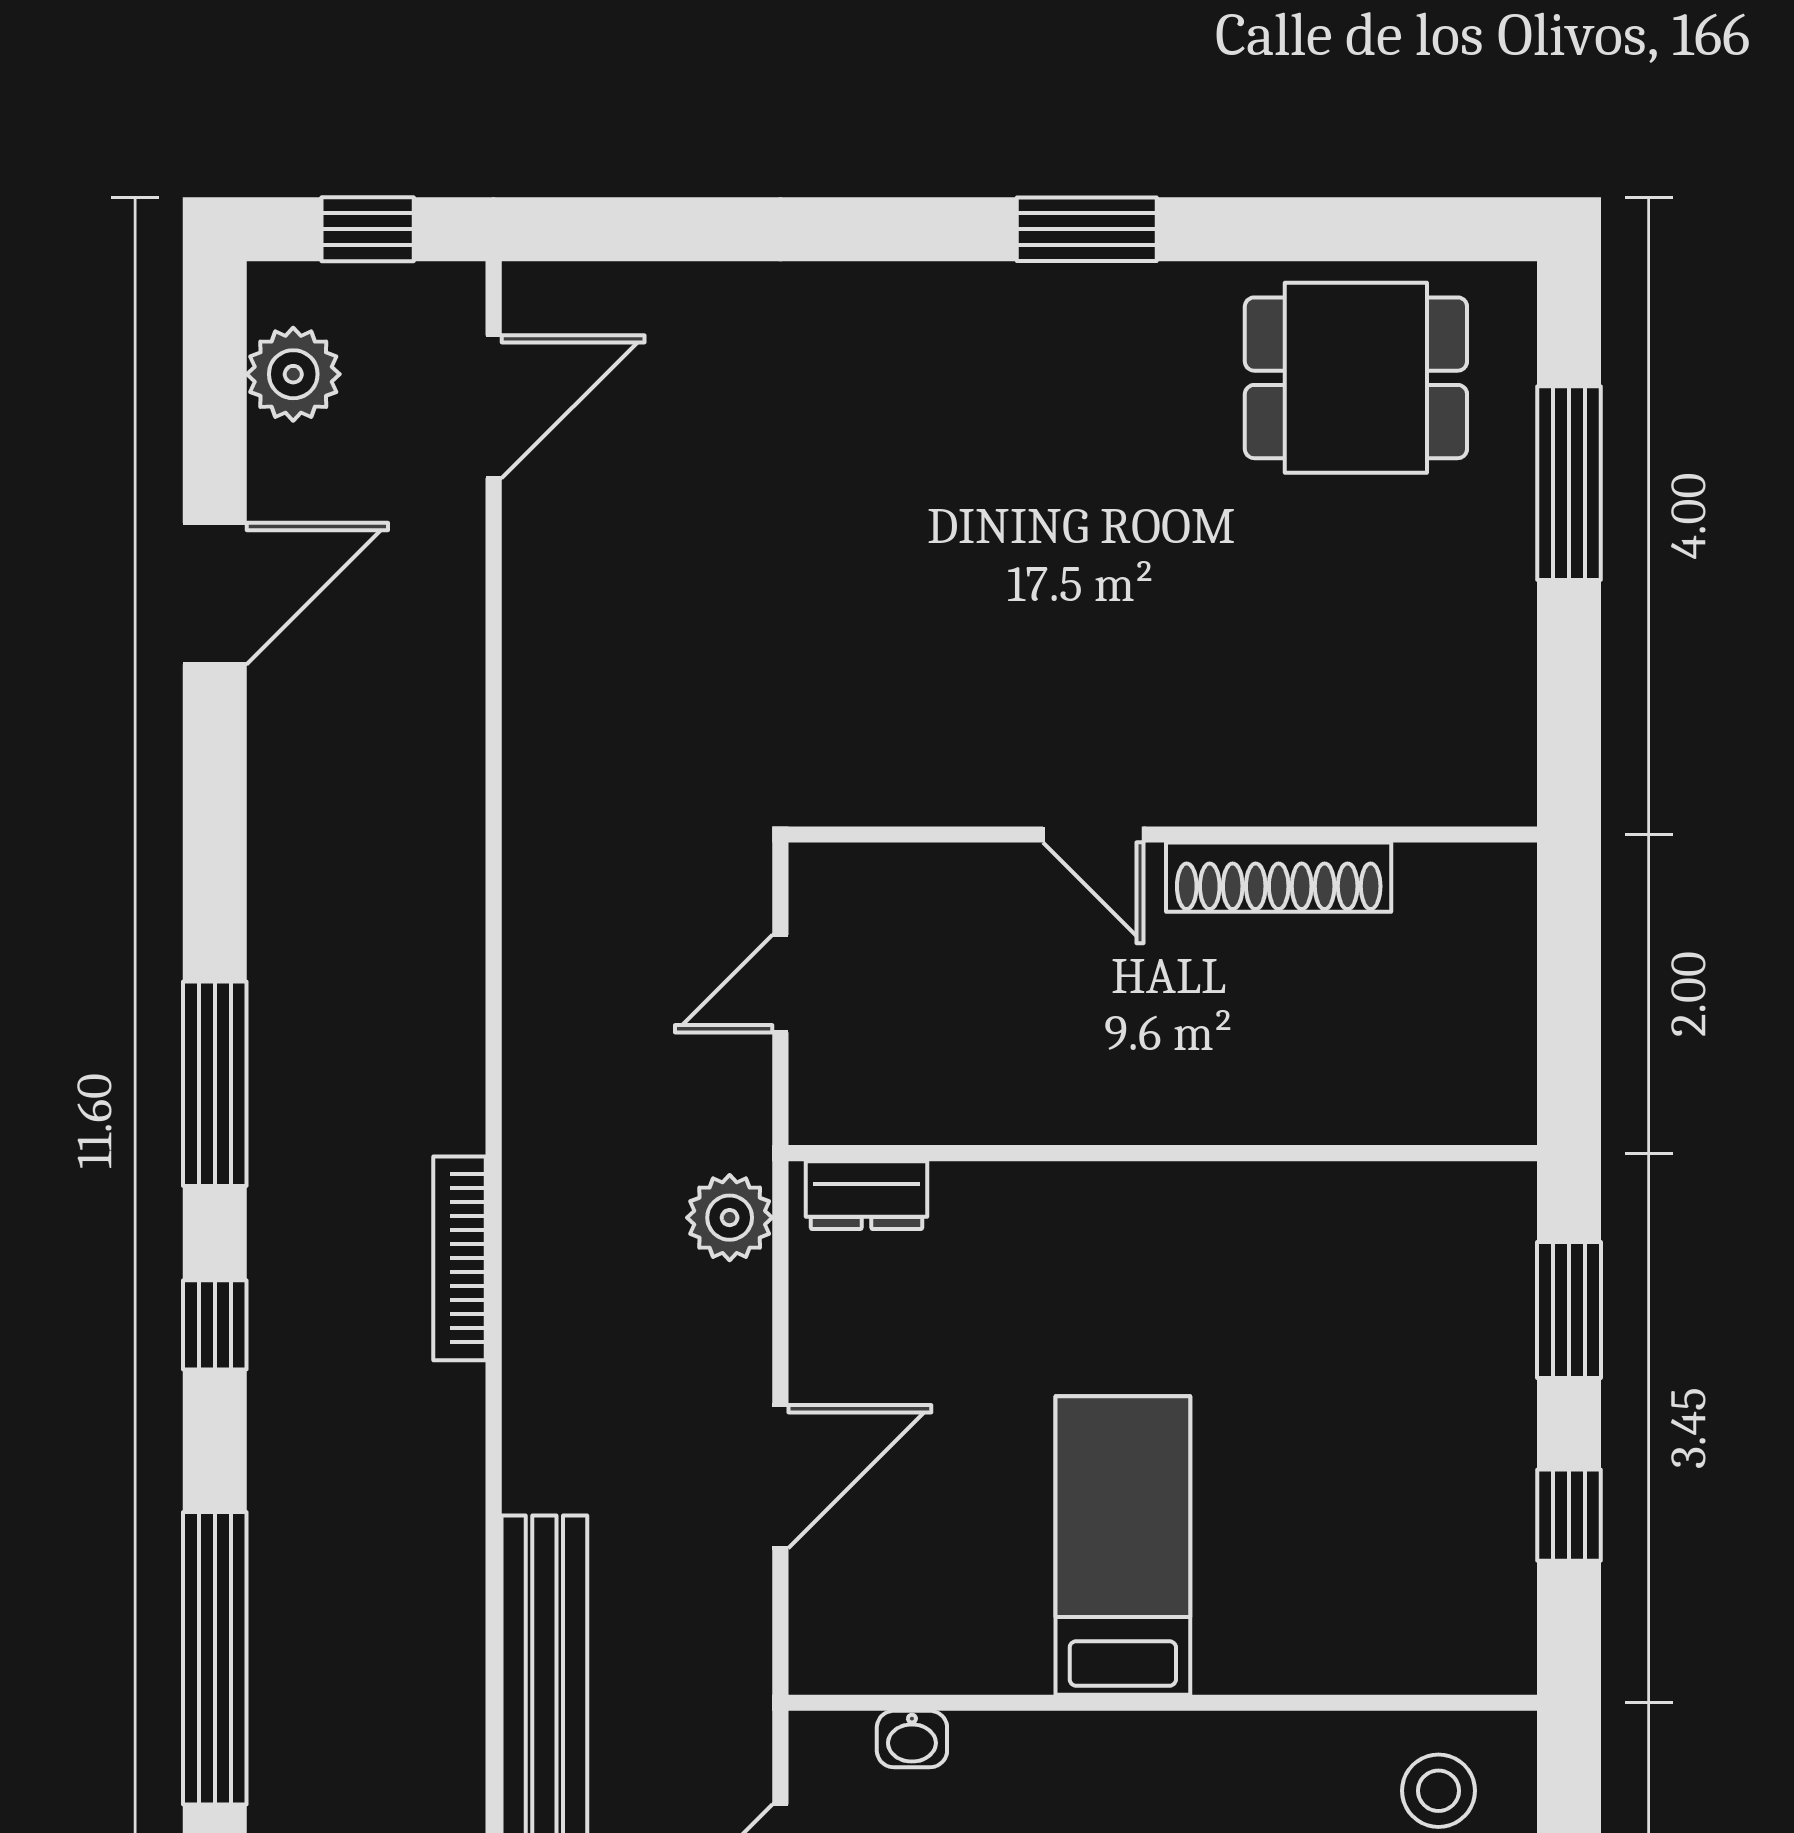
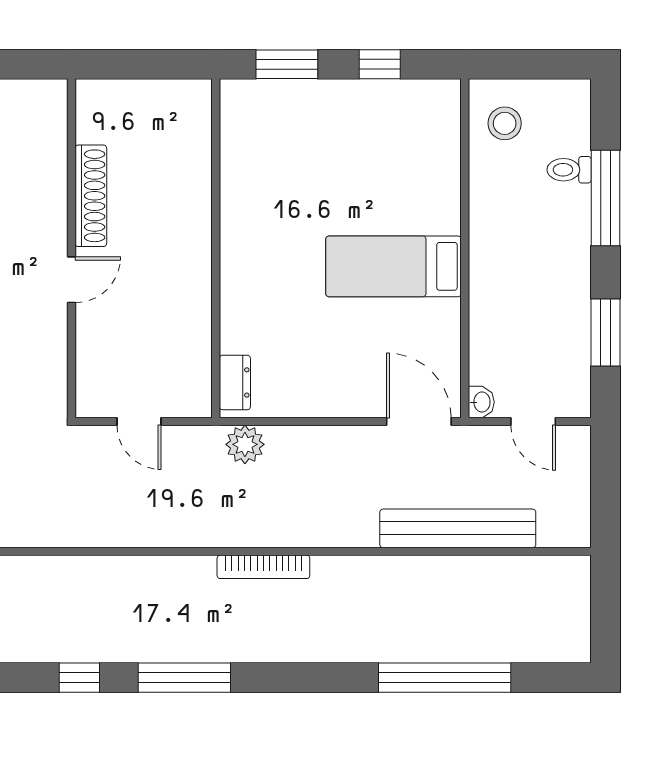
window: (215, 1325) -> (79, 678), moved
door: (780, 1477) -> (419, 421), moved
washbasin: (912, 1739) -> (481, 402), moved

